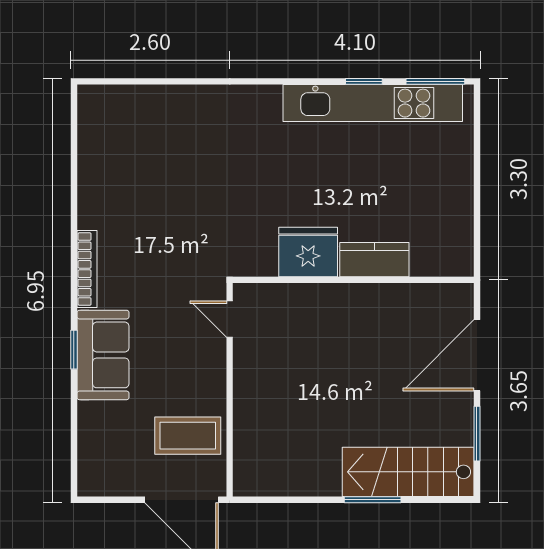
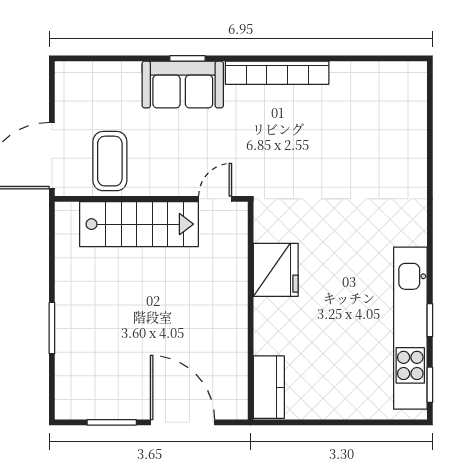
window: (435, 81) -> (430, 385), width x0.67
kitchen counter: (374, 260) -> (269, 387), moved
bookcase: (87, 269) -> (277, 73), width x1.48, depth x1.31
stairs: (408, 472) -> (139, 224), moved, turned 90

